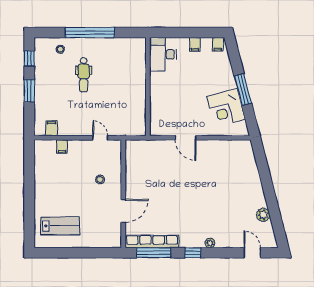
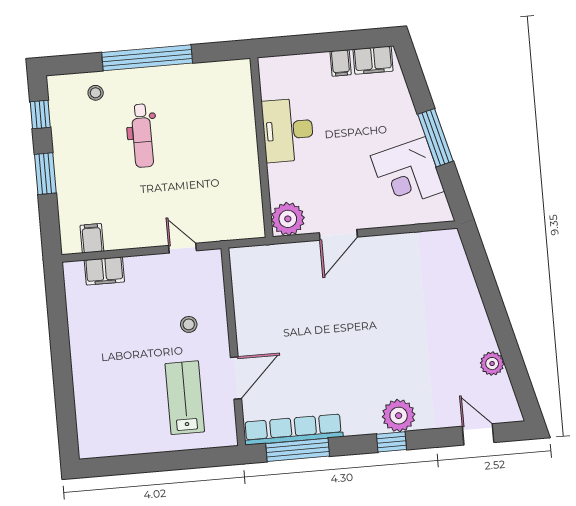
filing cabinet: (218, 44) -> (373, 60), width x2.00
desk: (163, 54) -> (288, 130), moved
plant: (159, 127) -> (288, 219), added
door: (186, 138) -> (338, 235), hinge flipped
filing cabinet: (62, 147) -> (104, 271), width x2.00
lab bench: (60, 226) -> (185, 398), moved, turned -90
plant: (210, 243) -> (399, 416), width x1.87, depth x1.87
window: (193, 253) -> (392, 442), moved

